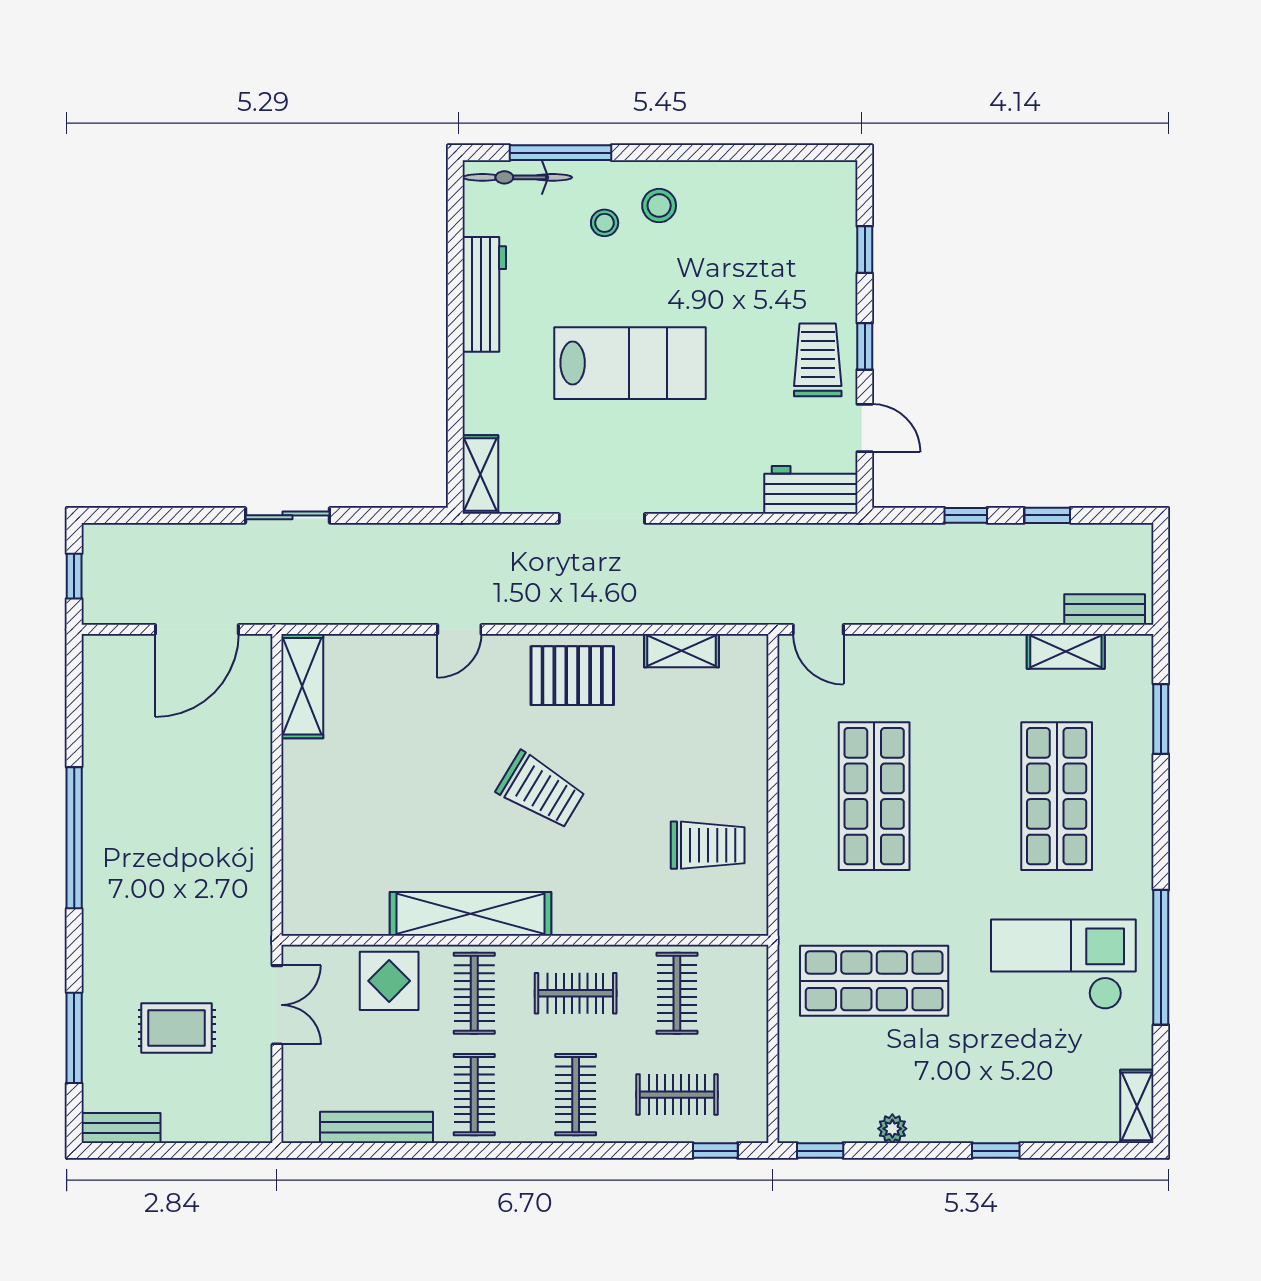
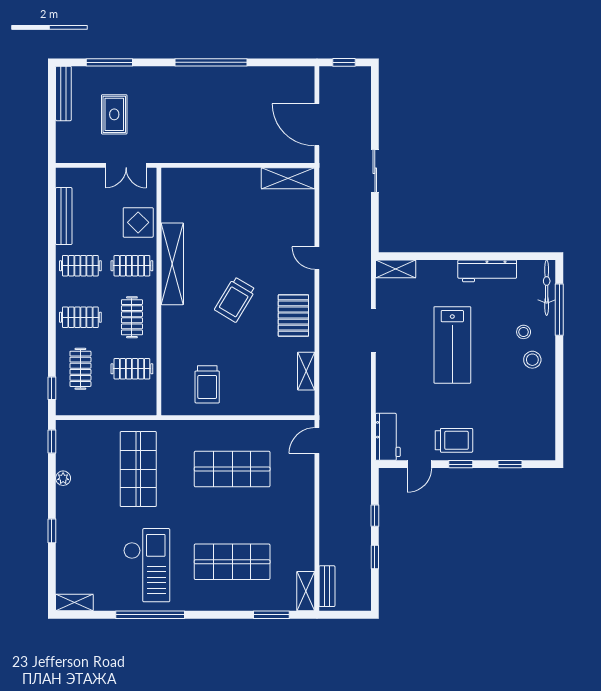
shelving: (1066, 651) -> (306, 591), moved
bench: (121, 1128) -> (63, 93), width x1.36

